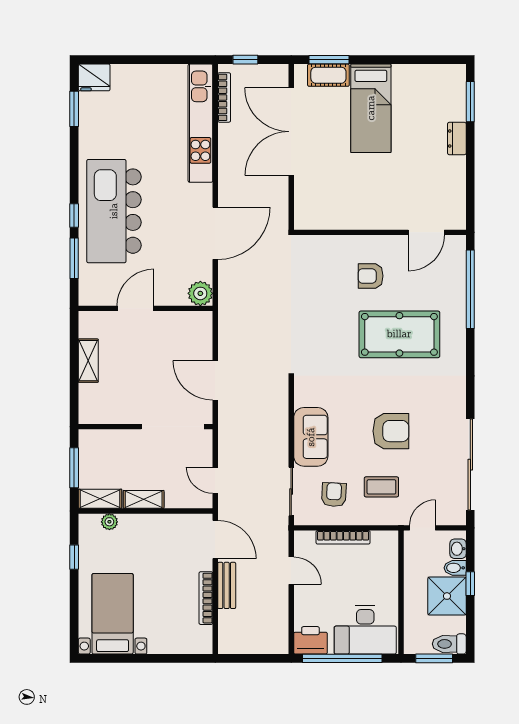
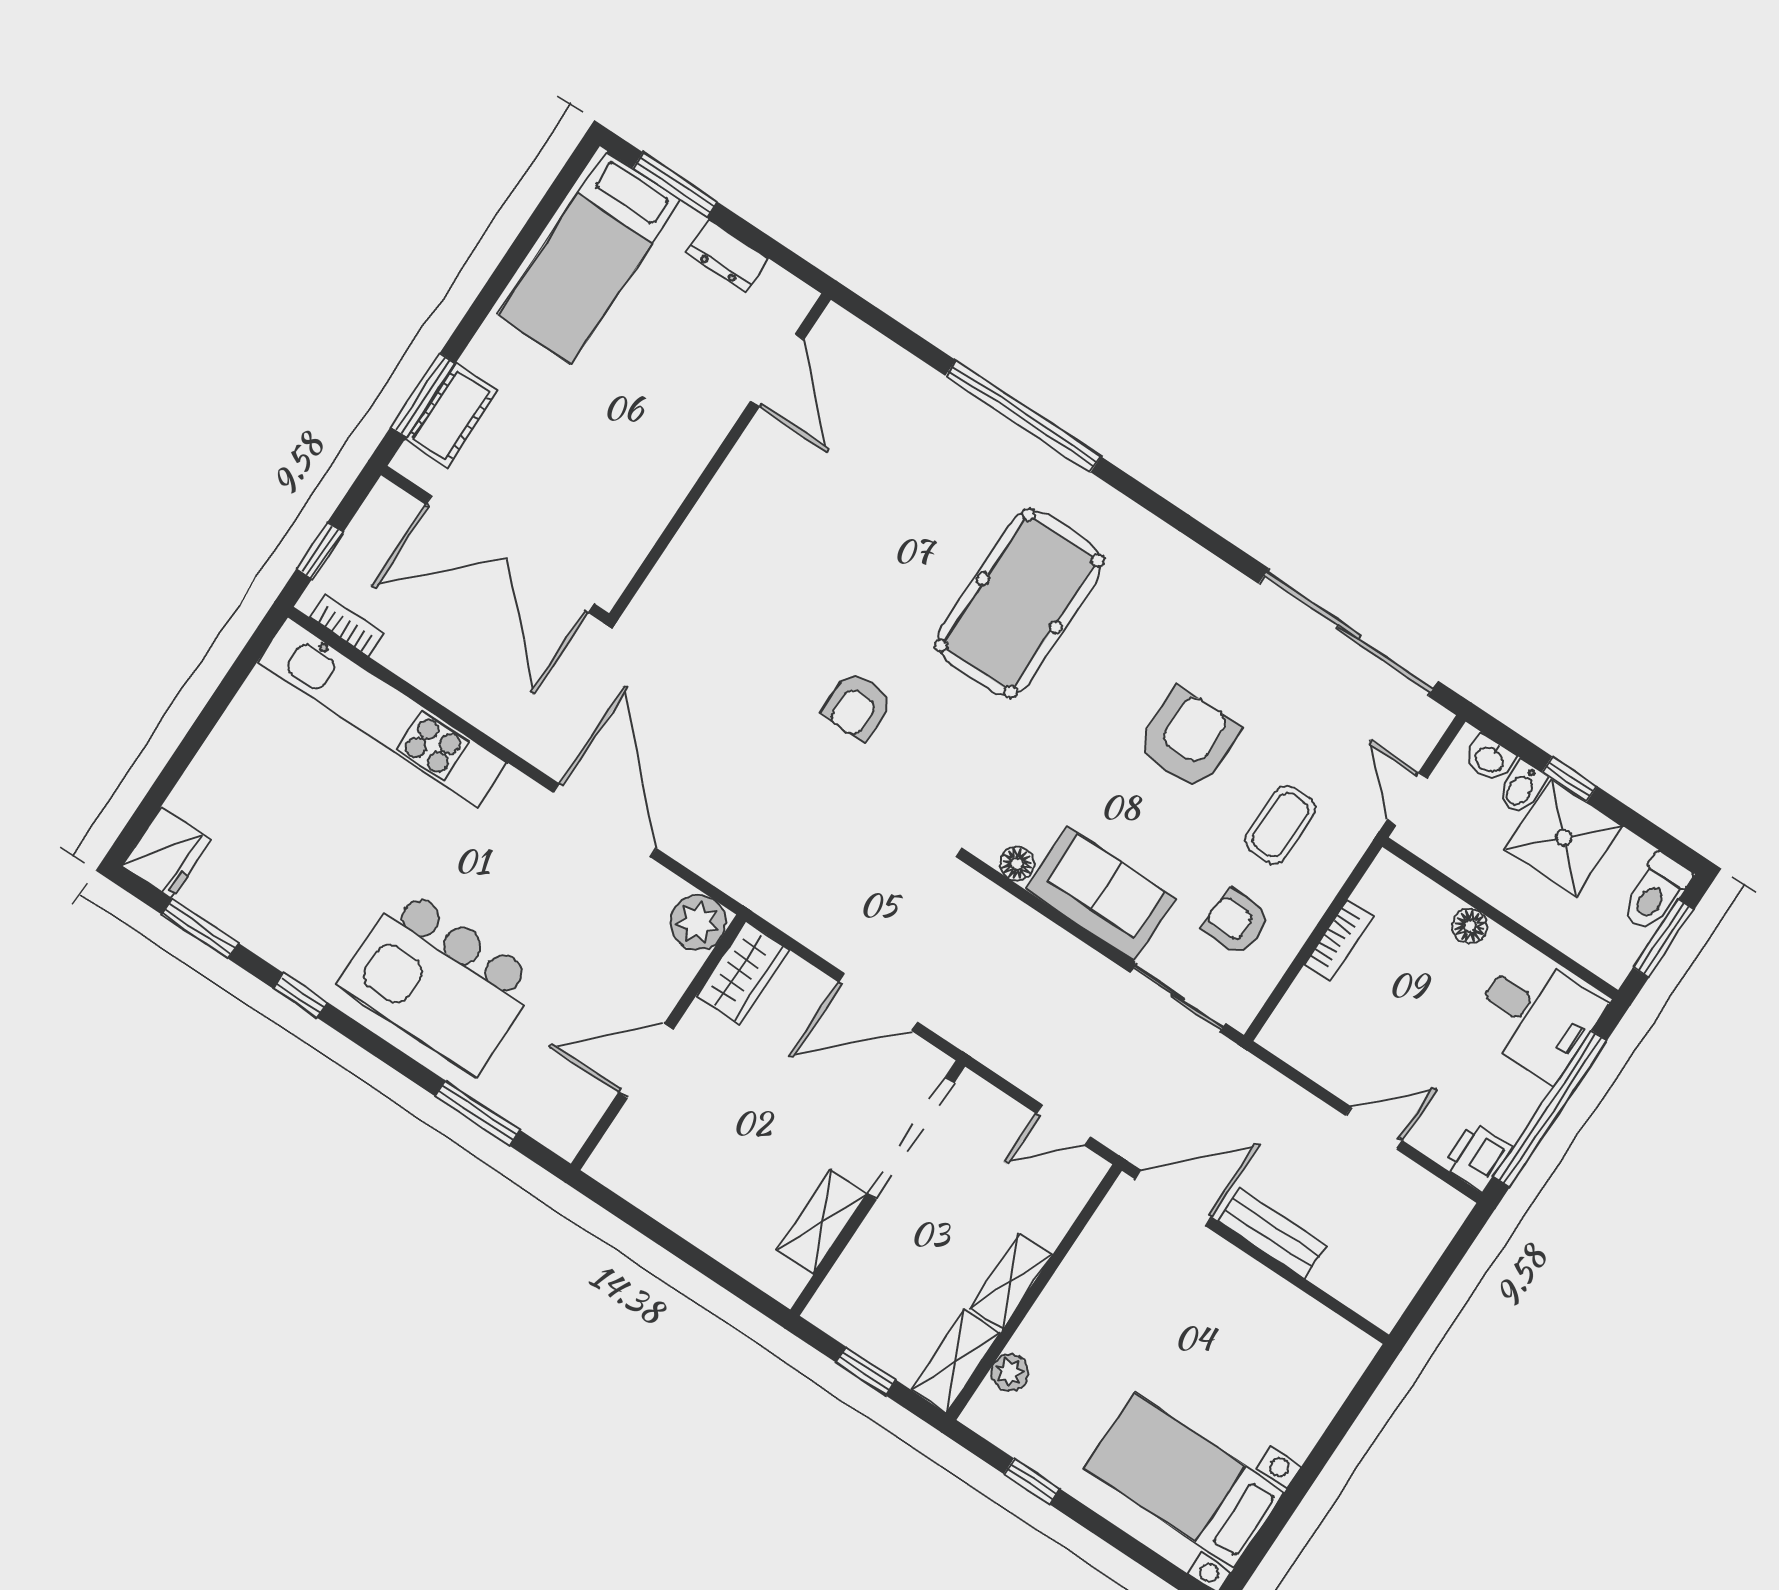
bookcase: (224, 97) -> (347, 625), width x0.64
bed: (371, 108) -> (589, 258), moved, turned 90
kitchen island: (114, 211) -> (439, 981), width x0.73
window: (74, 216) -> (300, 995), moved
wall: (380, 232) -> (720, 456), moved
door: (426, 232) -> (777, 370), moved
armchair: (371, 276) -> (857, 706), moved
door: (135, 308) -> (646, 1061), hinge flipped
wardrobe: (192, 323) -> (743, 973), added
shelving: (88, 361) -> (822, 1222), moved, turned 90
floor lamp: (301, 398) -> (1017, 864), added
window: (74, 468) -> (866, 1371), width x0.67
bookcase: (343, 537) -> (1339, 940), width x0.64
door: (291, 571) -> (1374, 1128), moved
floor lamp: (391, 583) -> (1470, 926), added
bookcase: (206, 598) -> (1270, 1288), removed
desk: (365, 630) -> (1536, 1016), width x0.73
printer: (310, 640) -> (1477, 1157), width x0.73, depth x0.81

